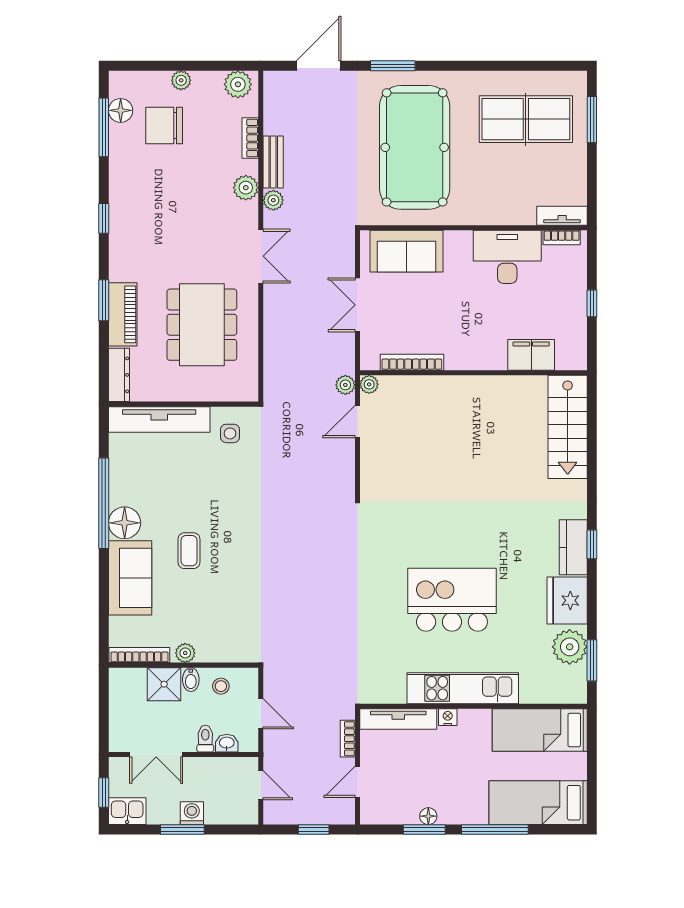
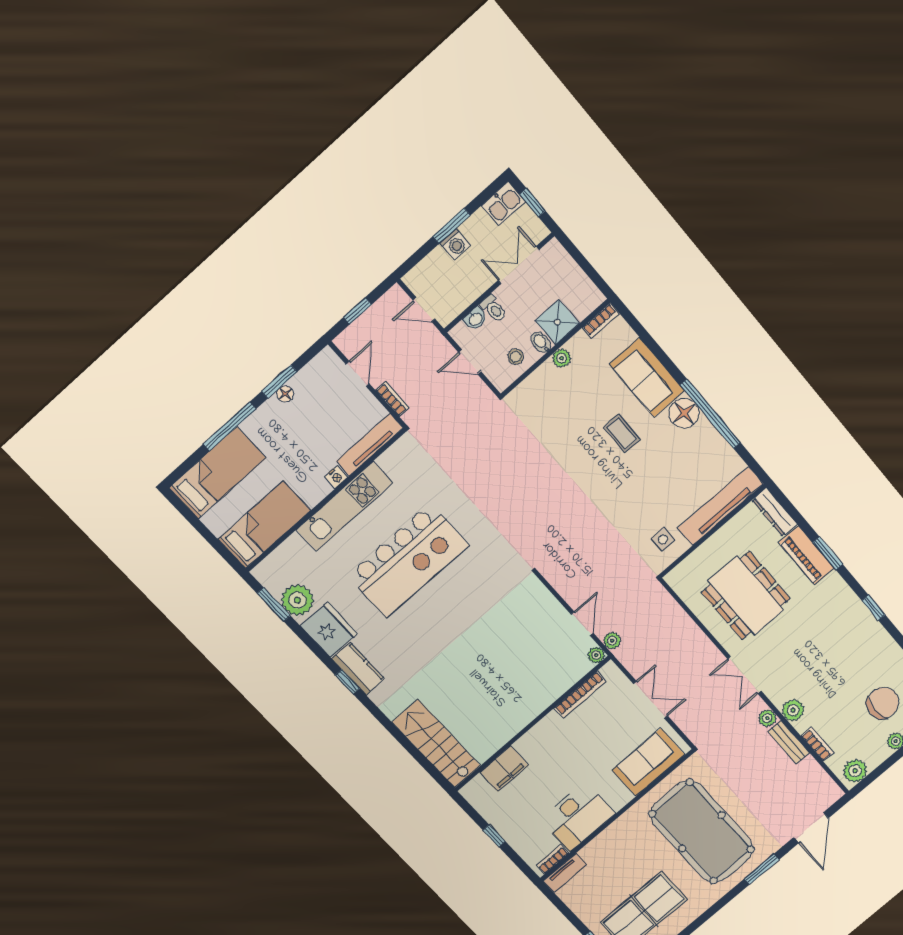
kitchen island: (452, 600) -> (408, 561), width x1.37
bookcase: (139, 655) -> (601, 321), width x0.64

